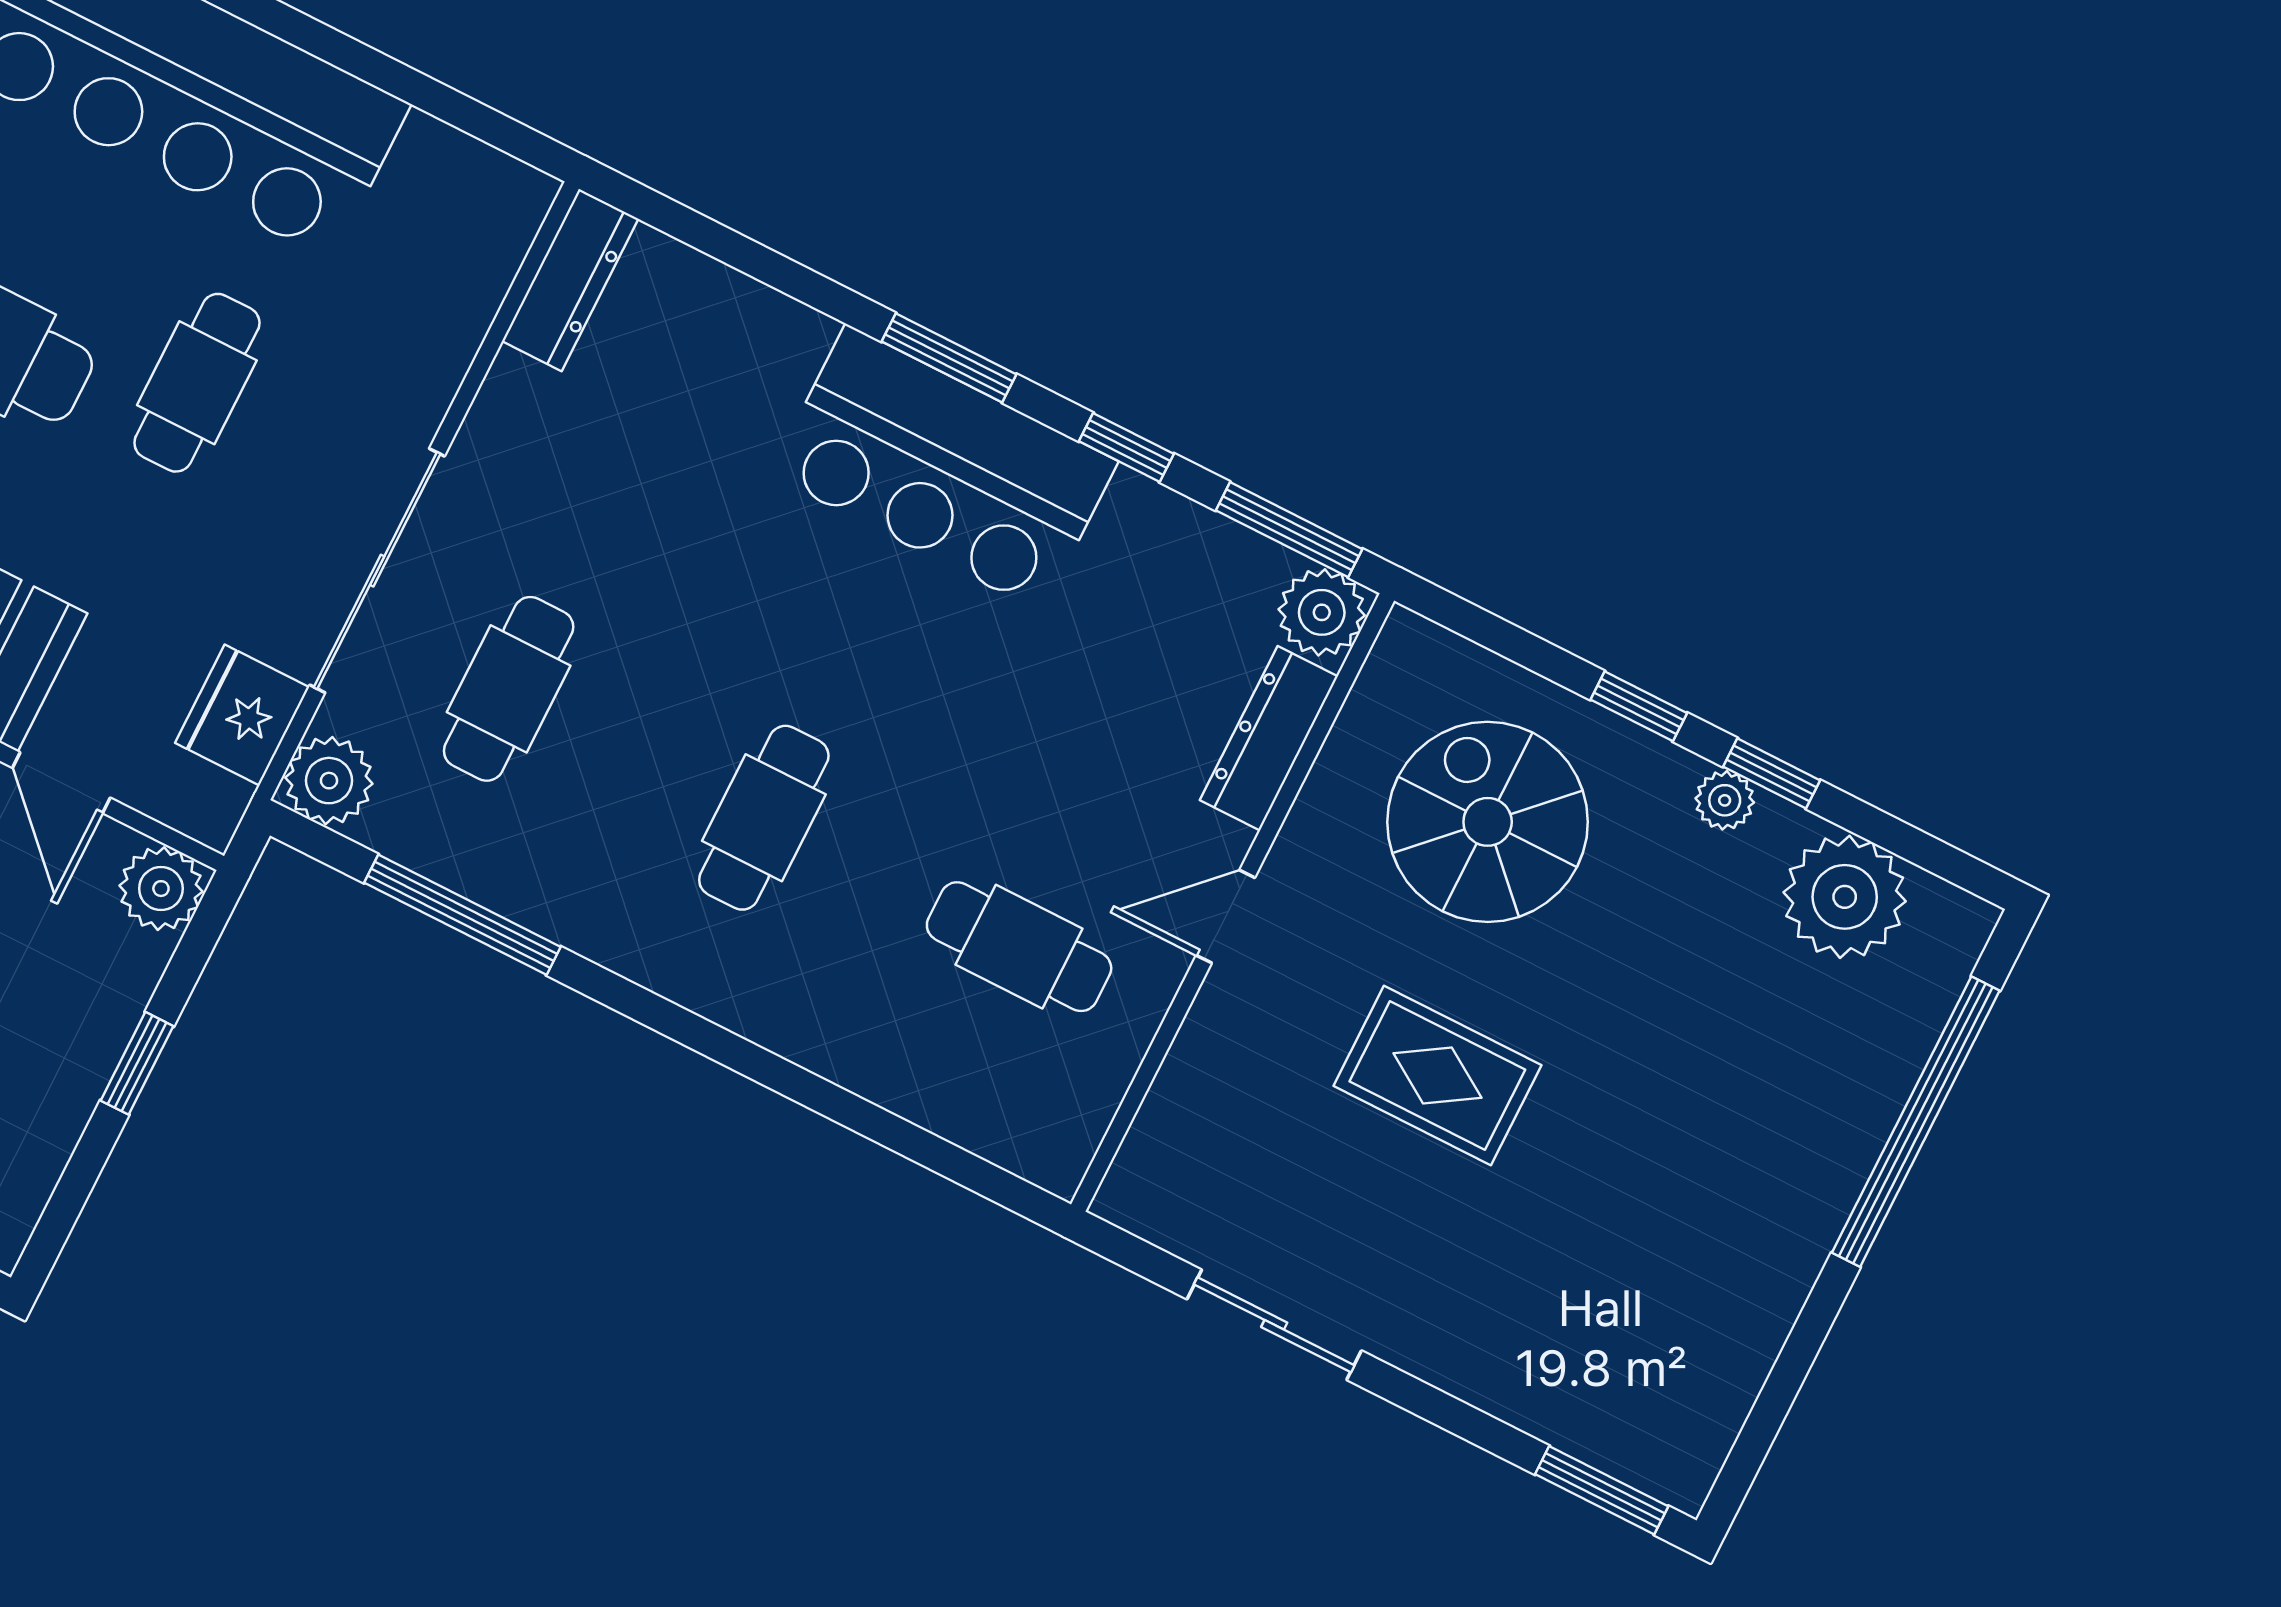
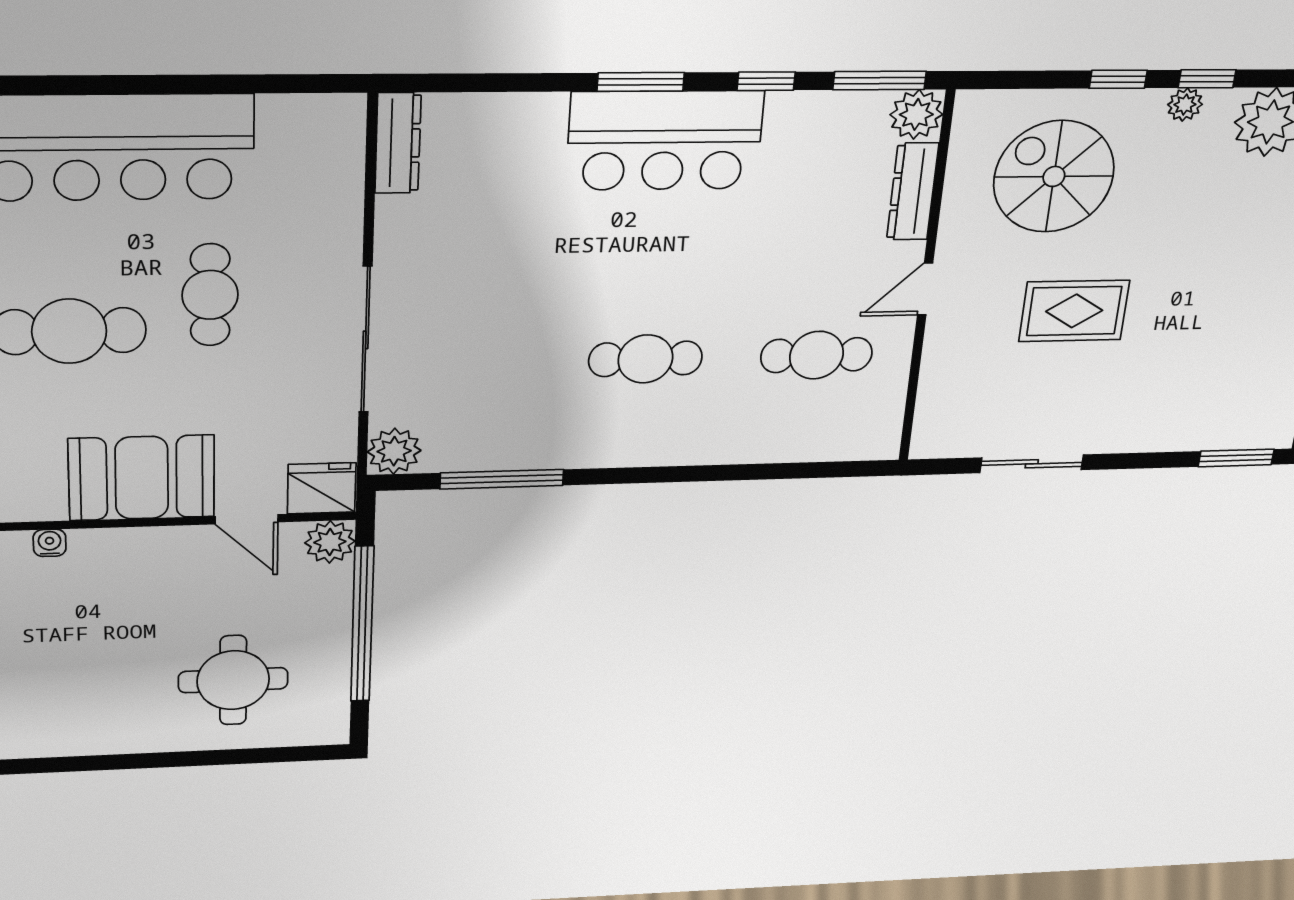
cafe table: (509, 689) -> (471, 363), removed
fridge: (242, 715) -> (322, 488), moved, turned 90
cafe table: (764, 818) -> (645, 359), turned 90
window: (137, 1063) -> (362, 624), width x3.17

